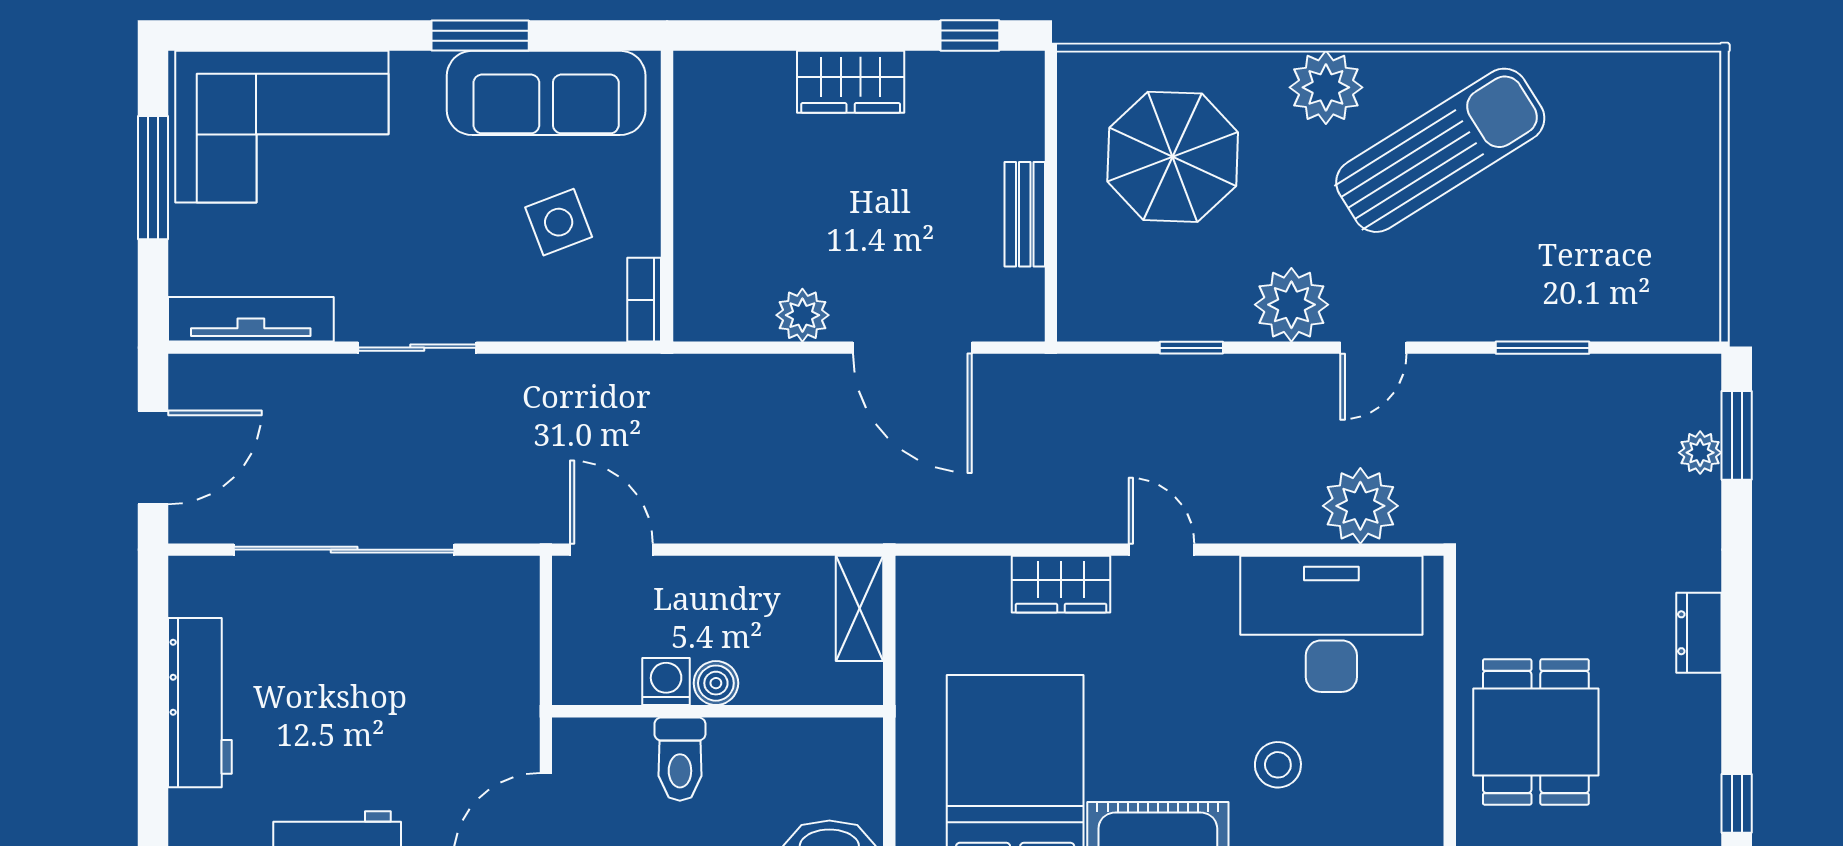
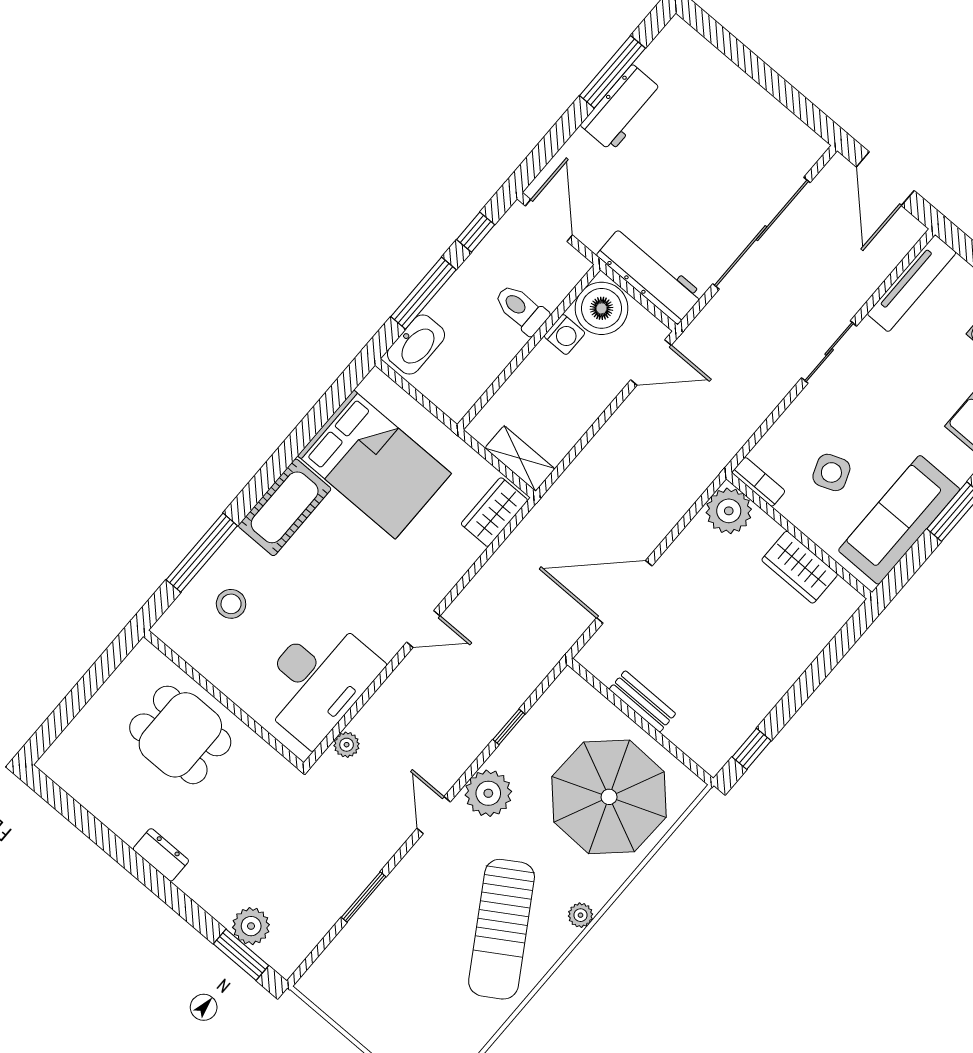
wardrobe: (851, 82) -> (800, 567), moved, turned -90
plant: (1326, 87) -> (581, 915), width x0.53, depth x0.53
parasol: (1173, 157) -> (609, 797), width x1.36, depth x1.36
plant: (802, 315) -> (729, 511), moved, width x1.36, depth x1.36
plant: (1700, 453) -> (251, 926), width x1.38, depth x1.38
plant: (1360, 506) -> (347, 745), width x0.53, depth x0.53
wardrobe: (1061, 584) -> (494, 512), moved
boiler: (716, 683) -> (602, 308), moved, width x1.86, depth x1.86
workbench: (200, 703) -> (650, 275), moved, turned 180
stool: (1278, 765) -> (231, 604), moved
window: (1737, 803) -> (63, 803), removed

